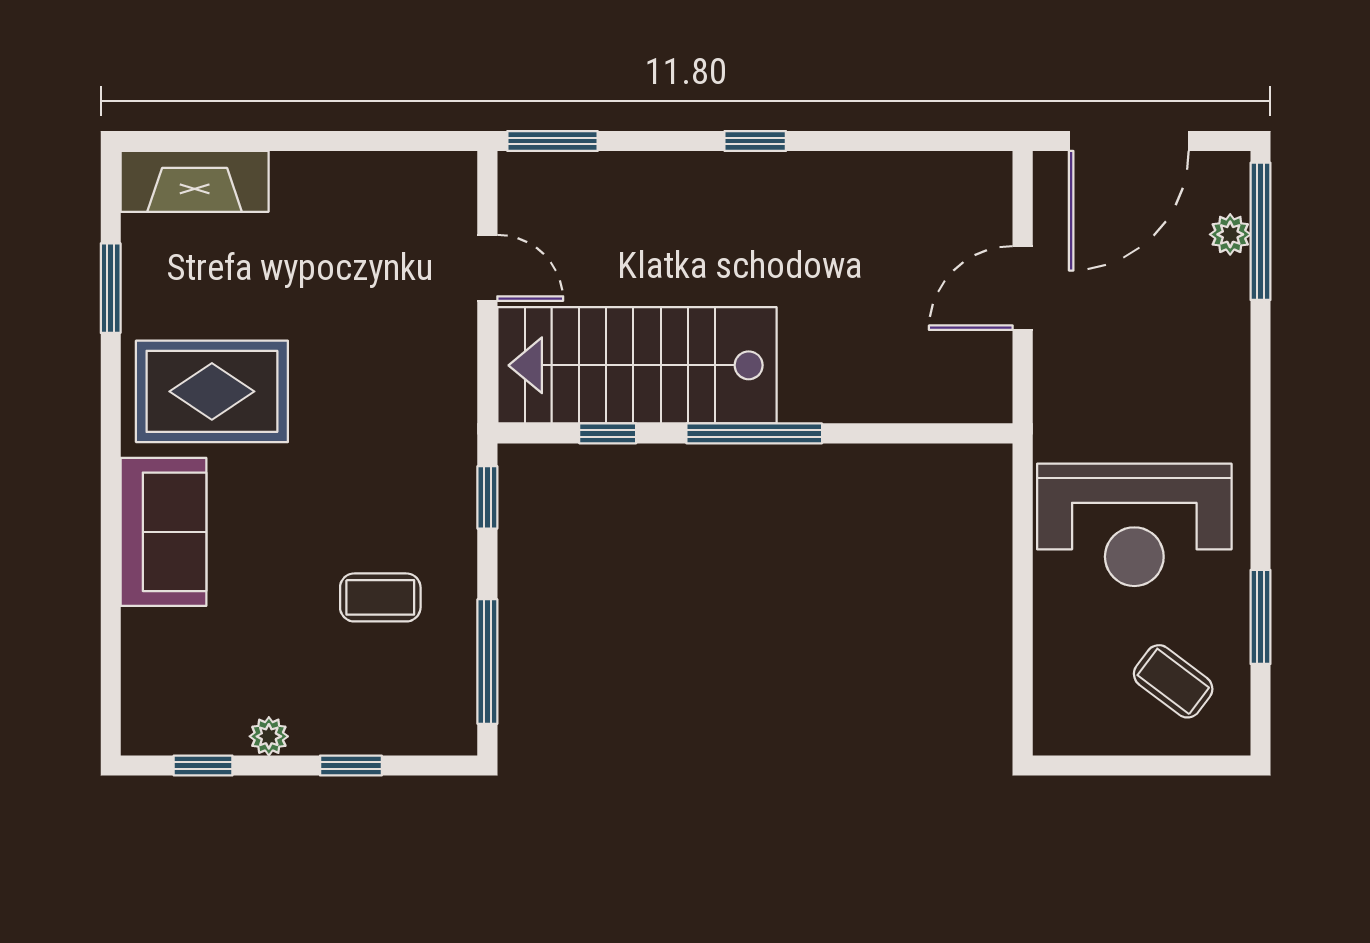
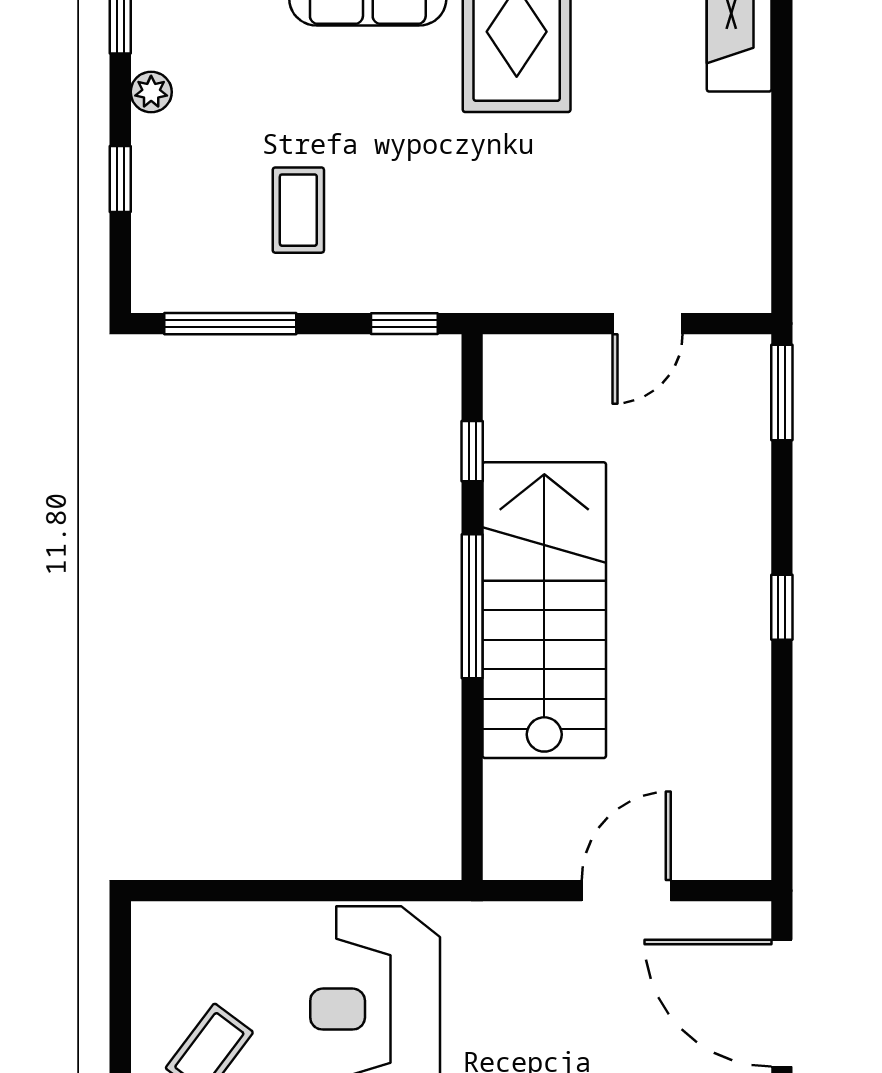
door: (1023, 288) -> (626, 891), hinge flipped
stairs: (637, 365) -> (544, 610), moved

